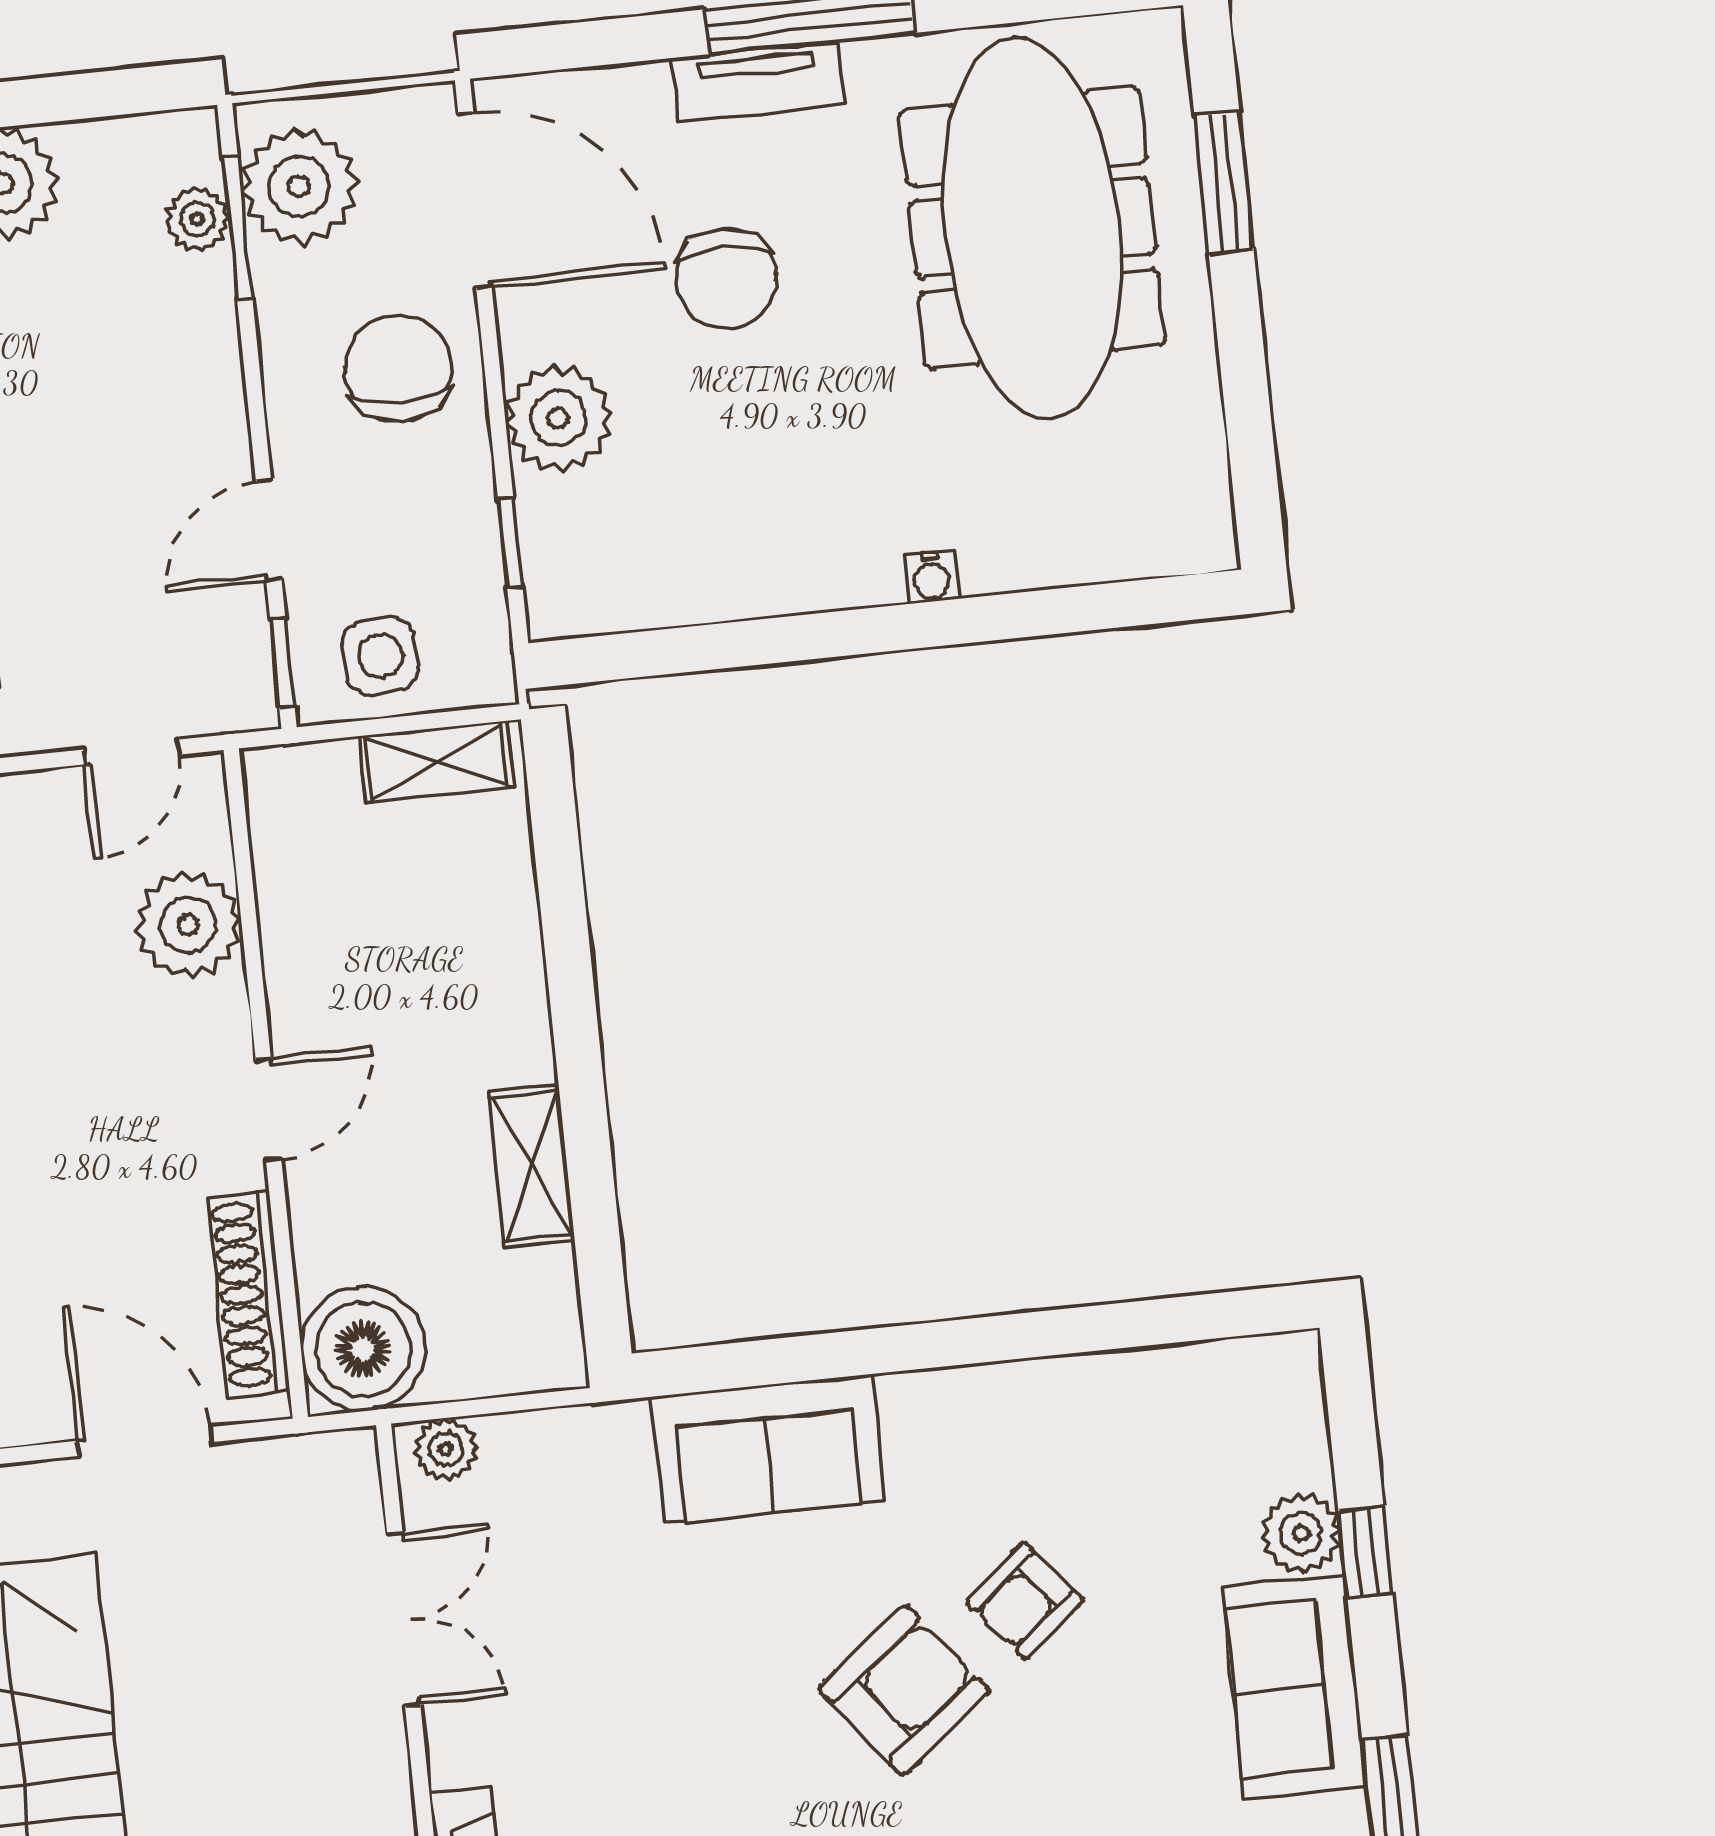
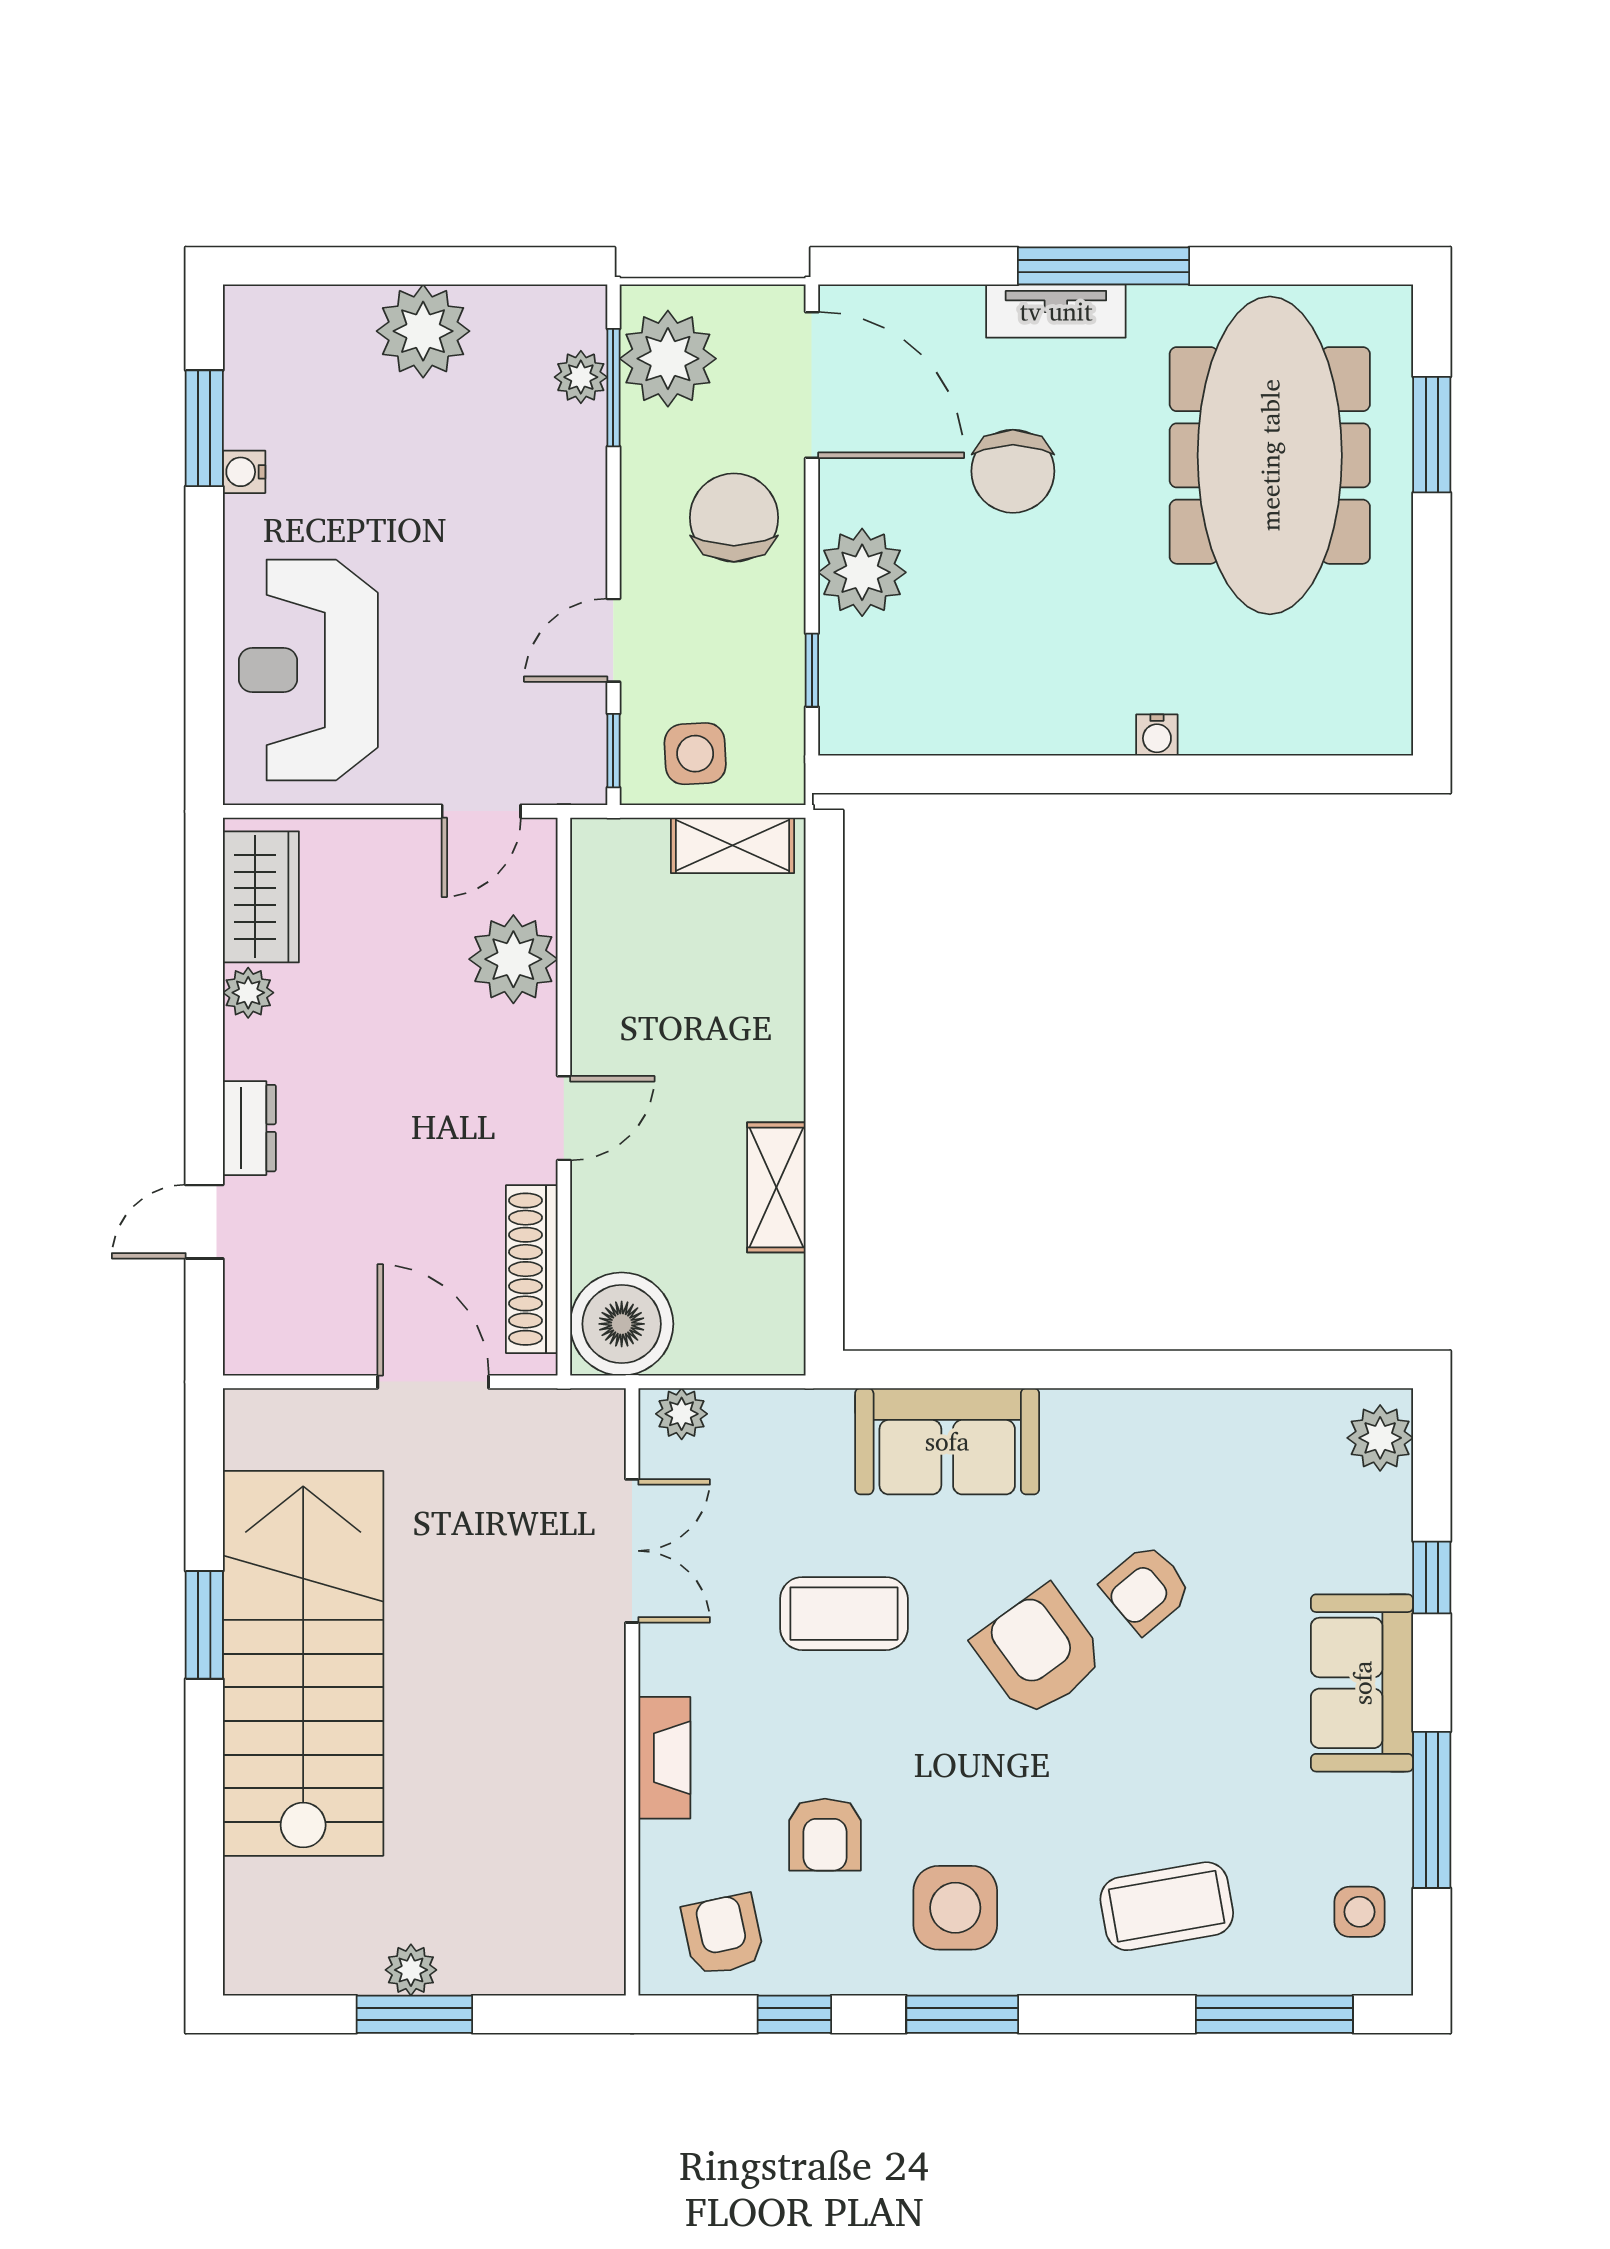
plant: (1301, 1533) -> (1380, 1438), moved
coffee table: (665, 1668) -> (844, 1614), added
armchair: (904, 1690) -> (1039, 1652), turned -88

